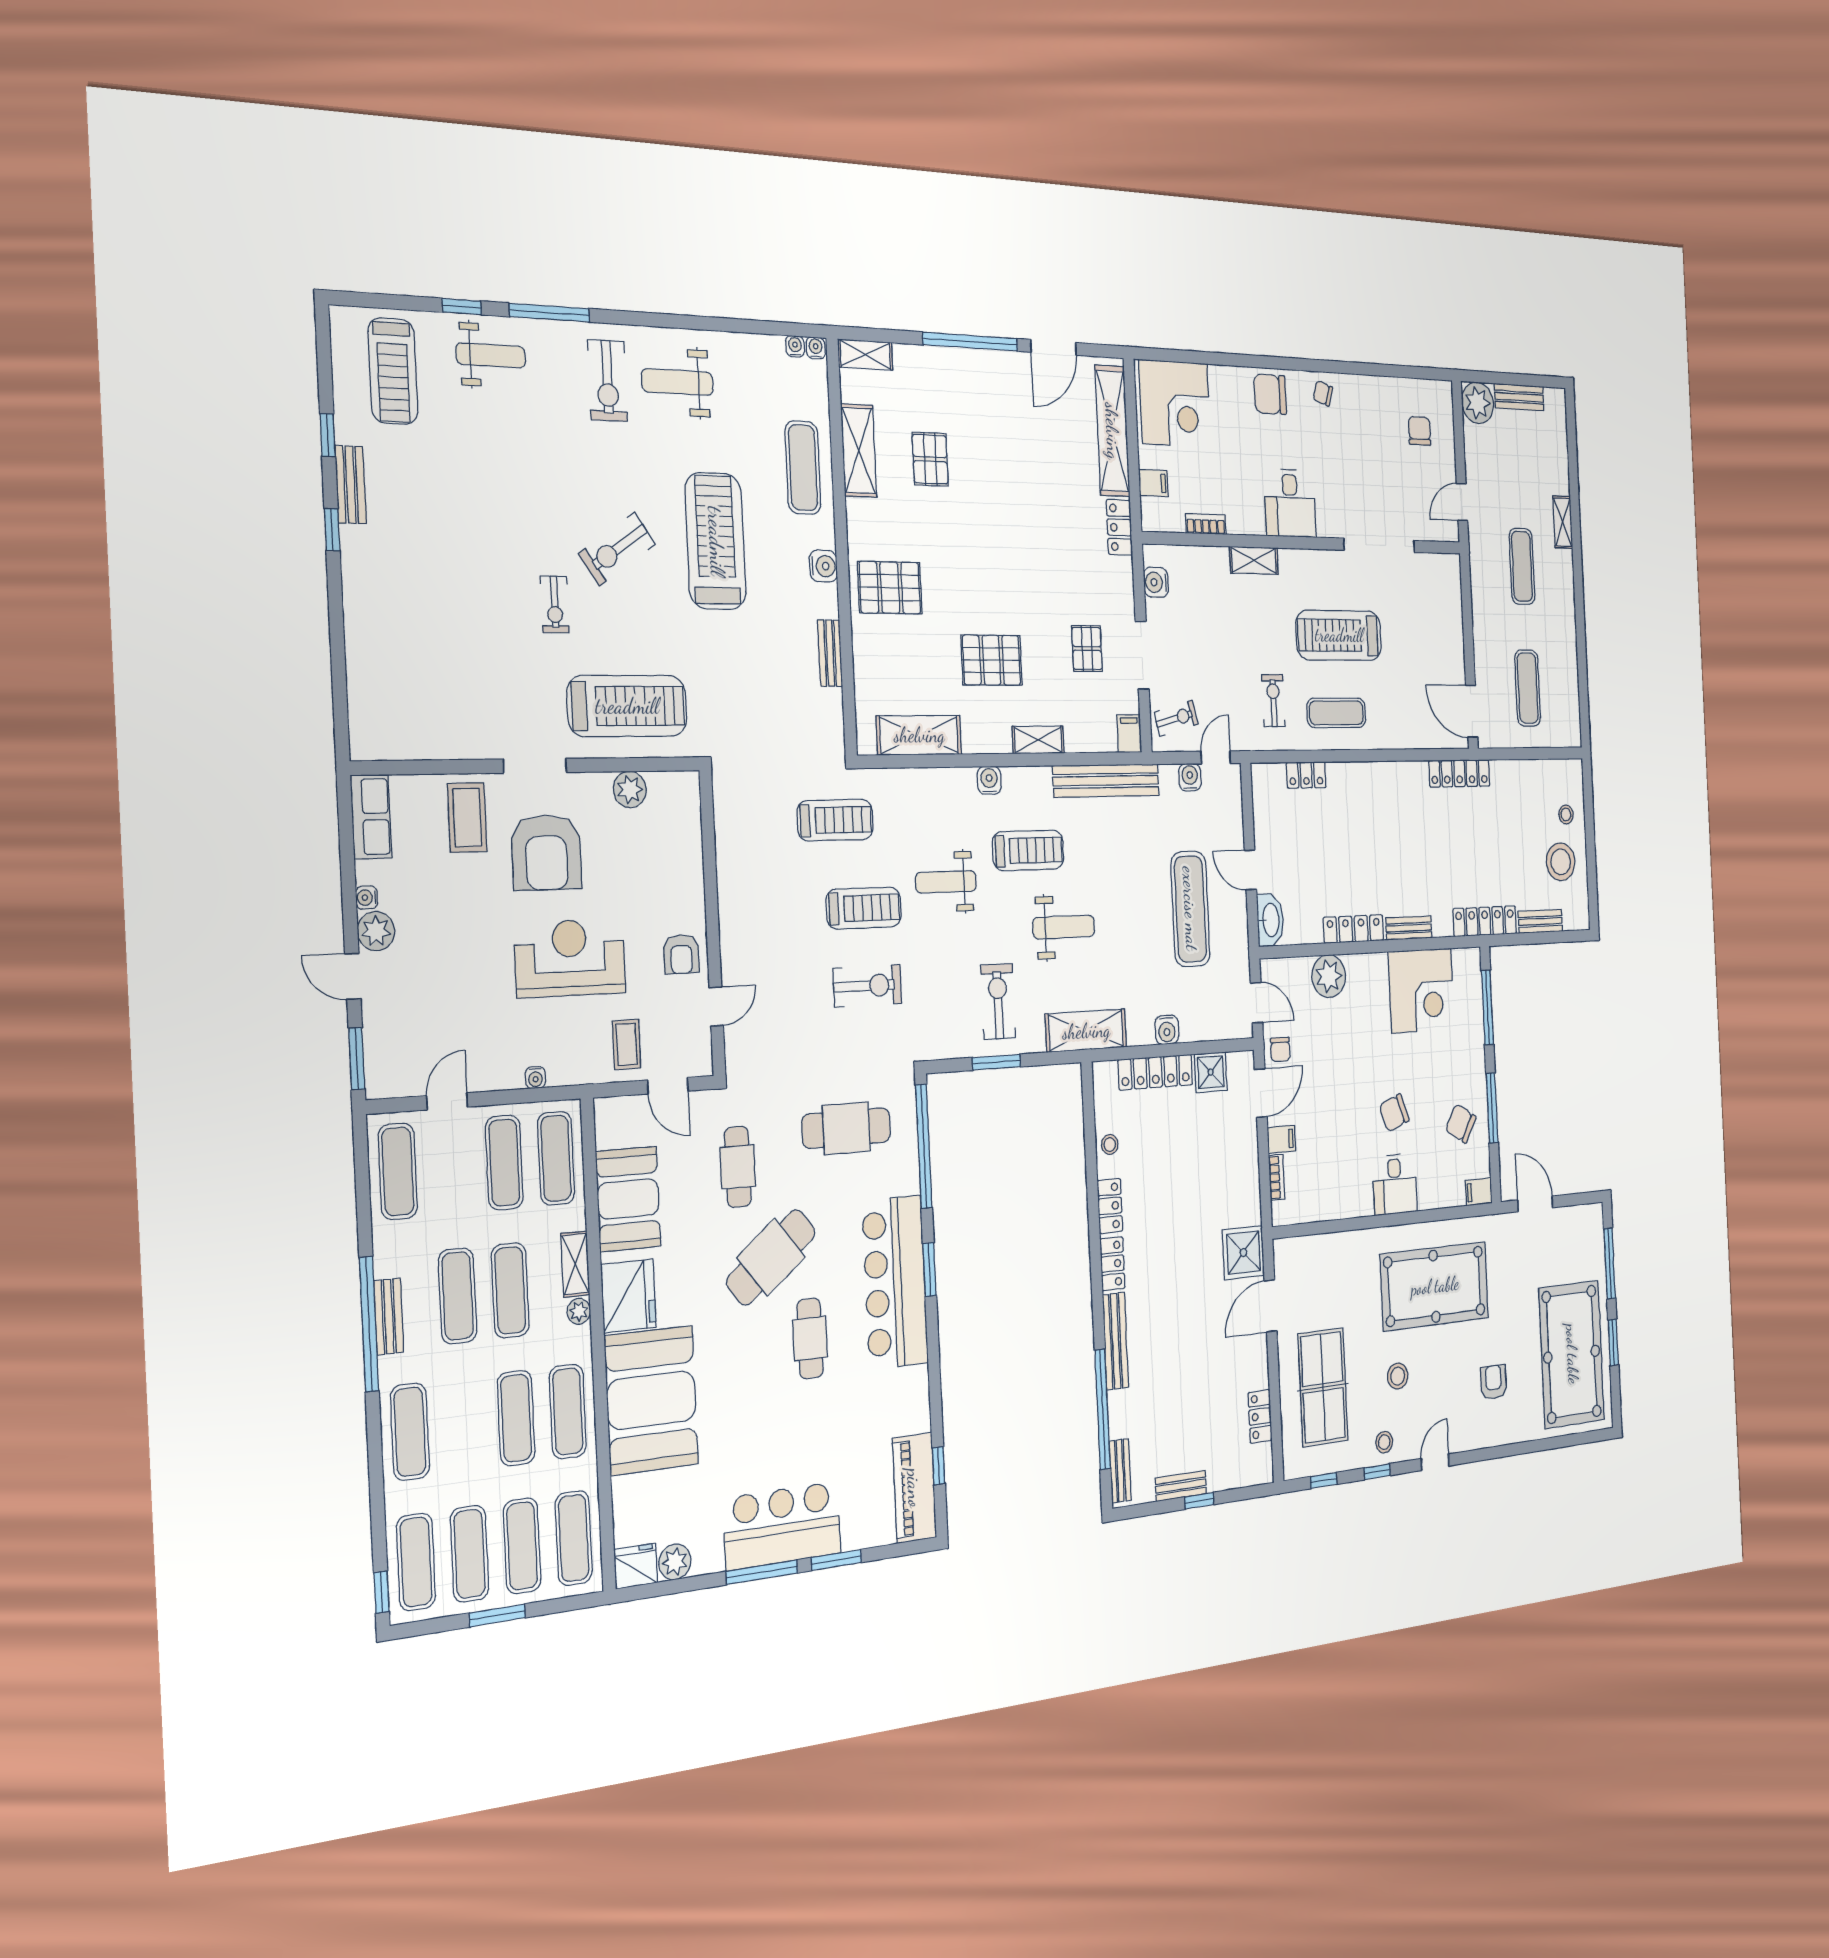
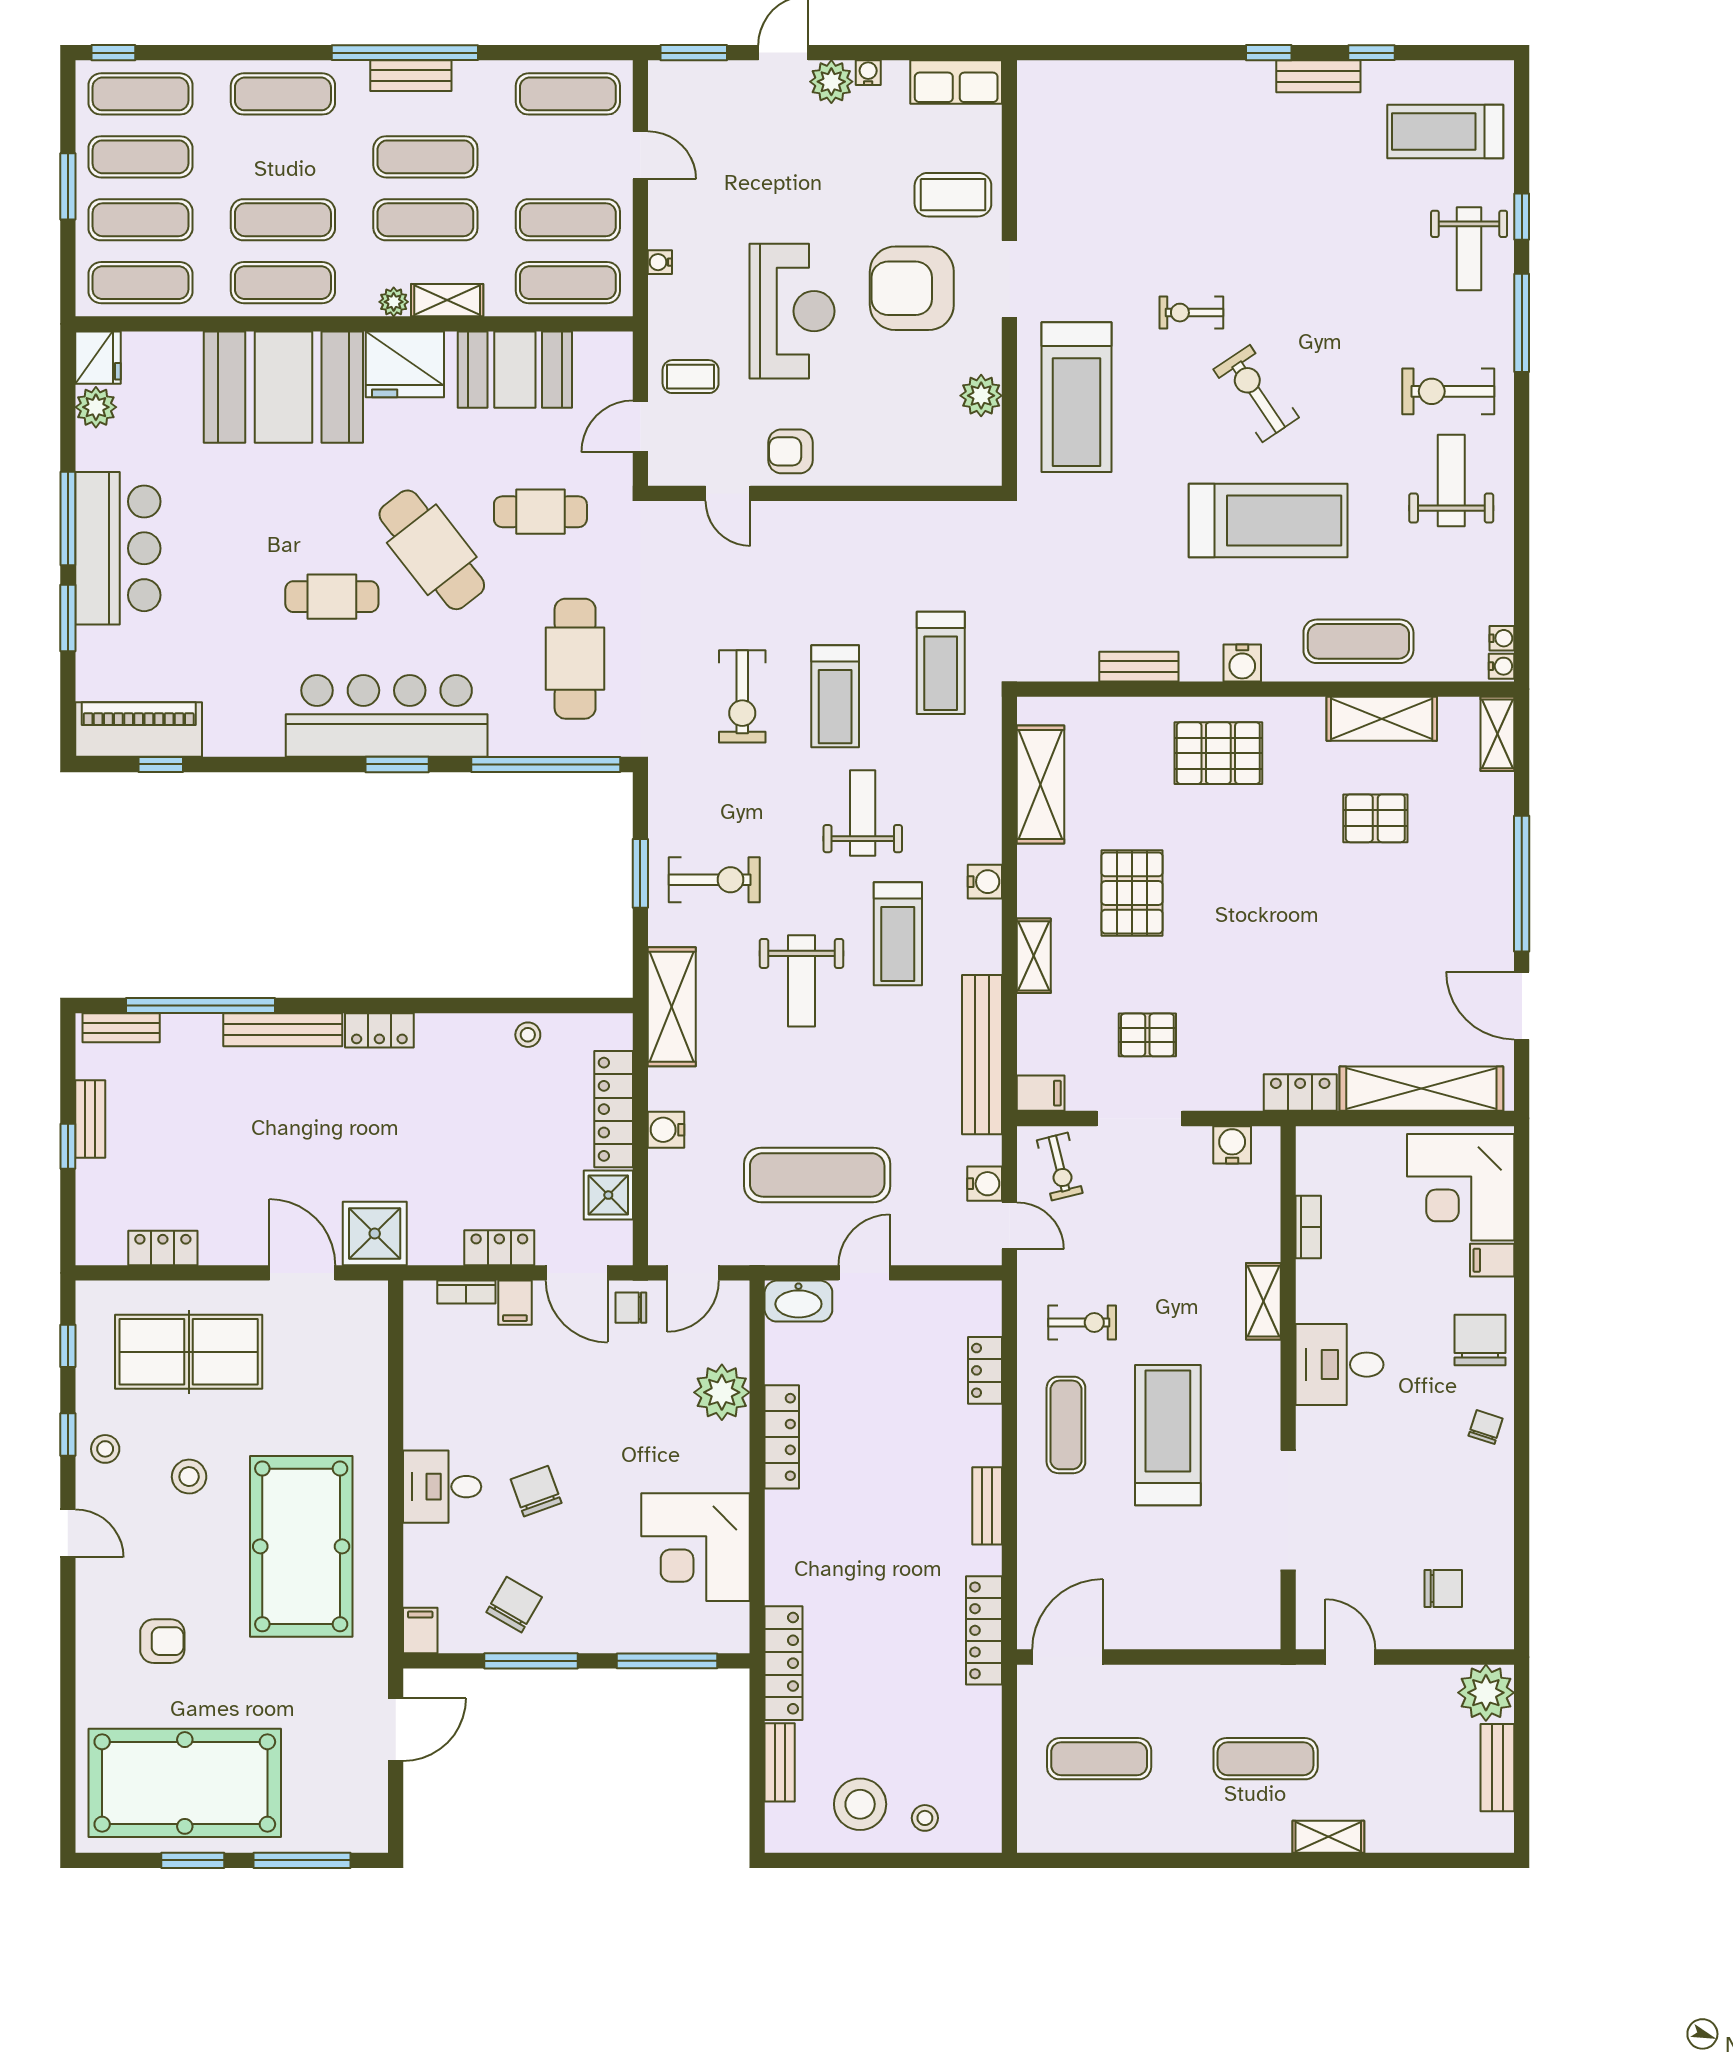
filing cabinet: (1153, 483) -> (1492, 1260), moved, turned 90
pallet: (890, 588) -> (1218, 753), turned 90
bench: (1409, 928) -> (987, 1506), moved
locker: (1110, 1206) -> (499, 1248), moved, turned 180

